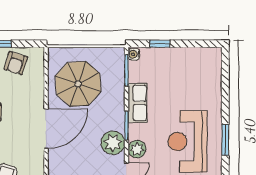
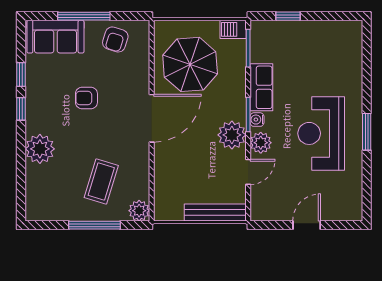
water cooler: (134, 54) -> (257, 120), moved
barbecue: (114, 55) -> (233, 29), added

